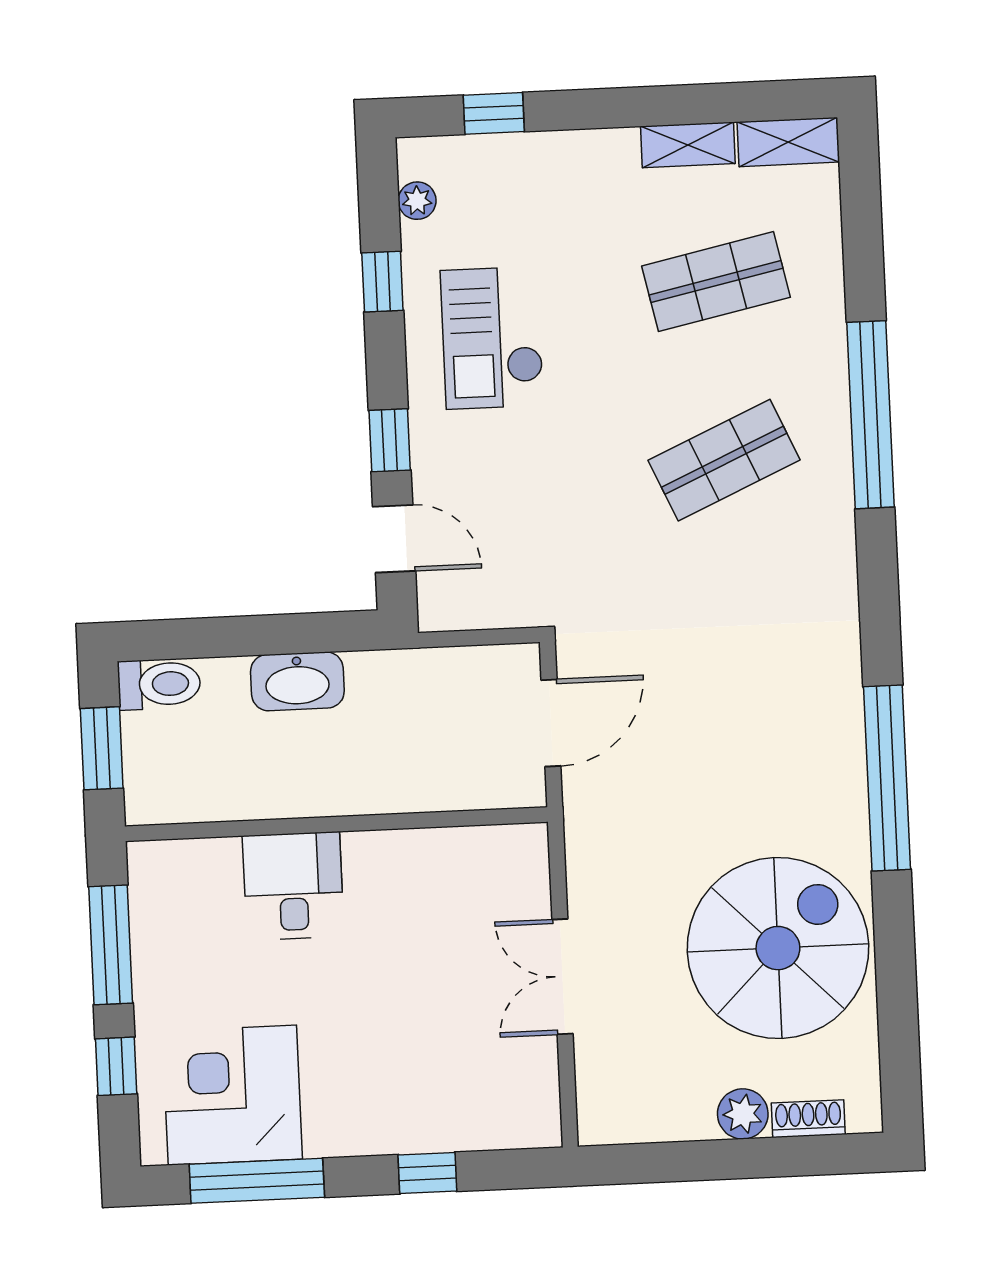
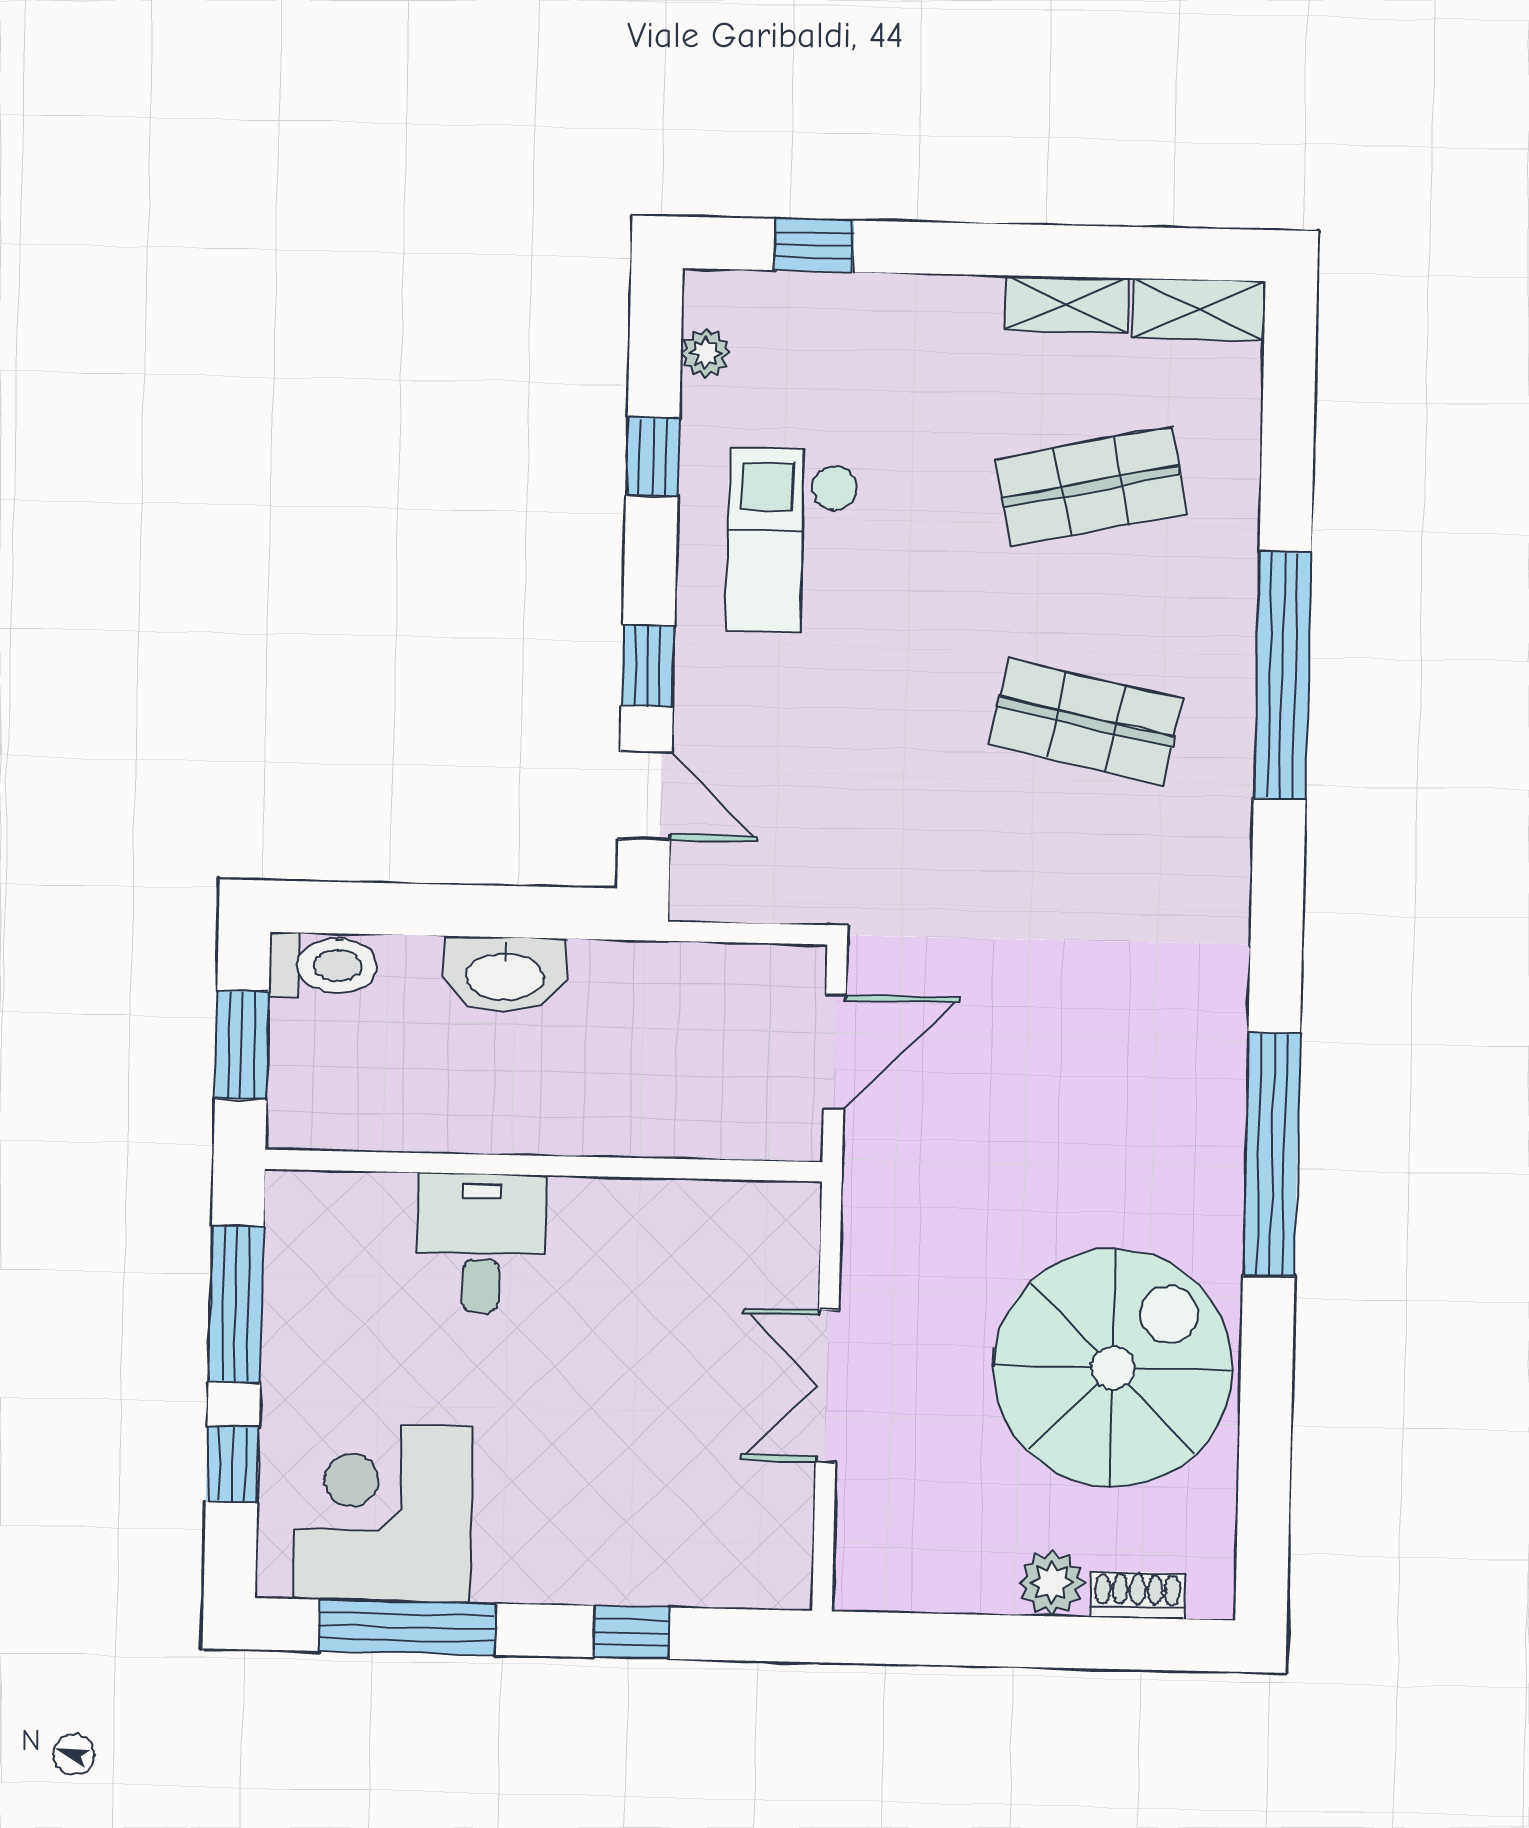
shop shelf: (724, 460) -> (1086, 722), turned 36

